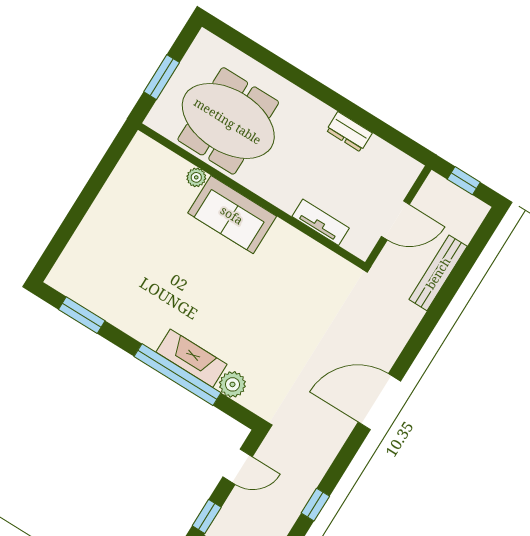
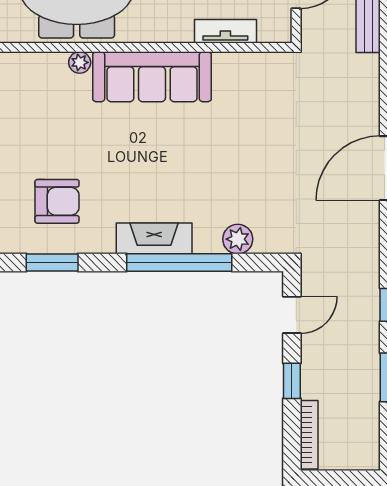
sofa: (232, 215) -> (152, 77), width x1.36
armchair: (114, 271) -> (57, 201), added
fireplace: (191, 358) -> (154, 238), moved

